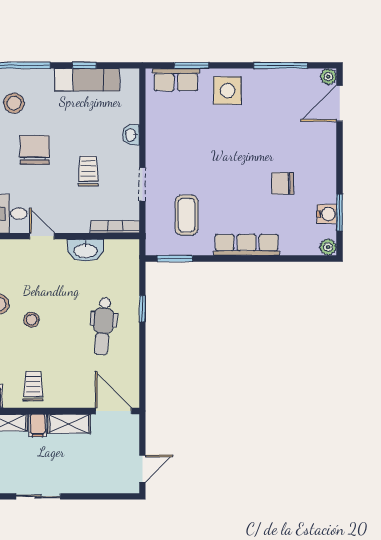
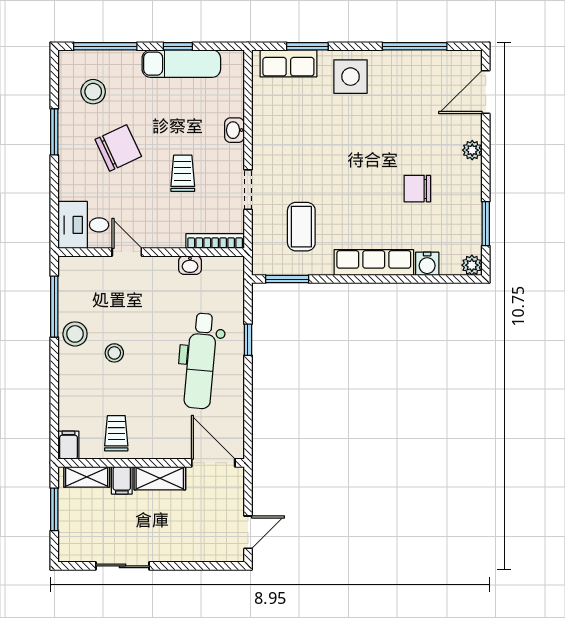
plant: (328, 77) -> (472, 150), moved
chair: (35, 150) -> (118, 148), turned 65
water cooler: (327, 214) -> (427, 264), moved, turned 90
washbasin: (86, 250) -> (190, 265), width x0.52, depth x0.69
dental chair: (103, 326) -> (201, 361), width x1.36, depth x1.38

